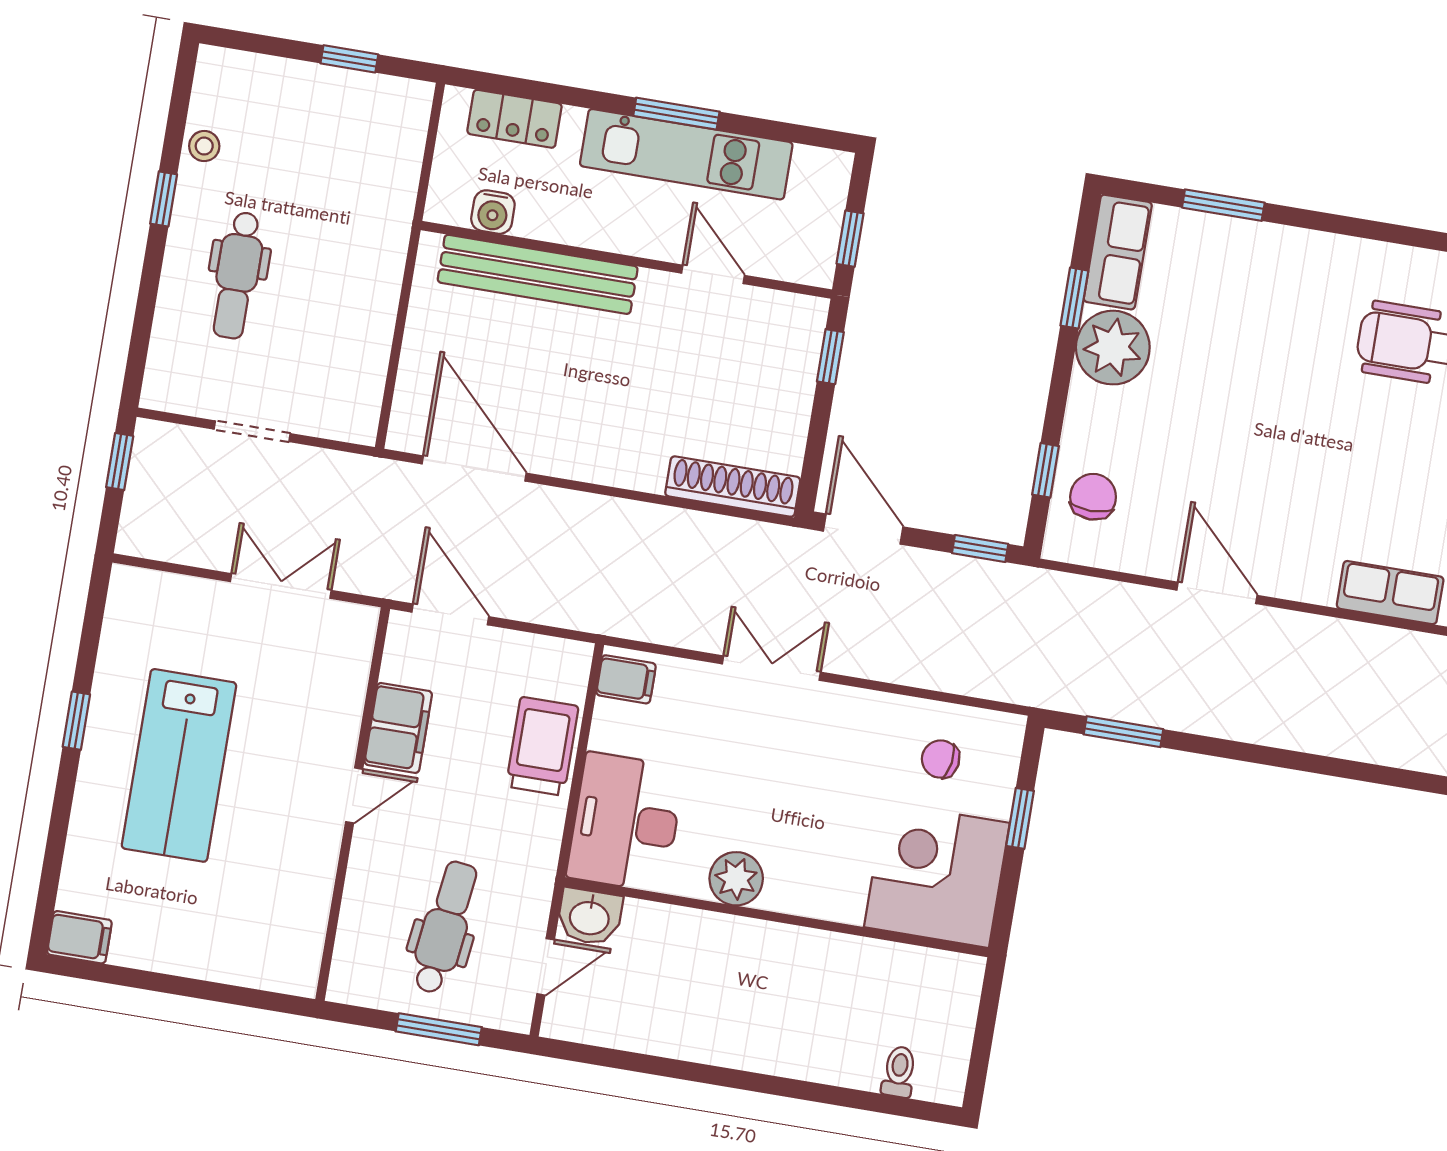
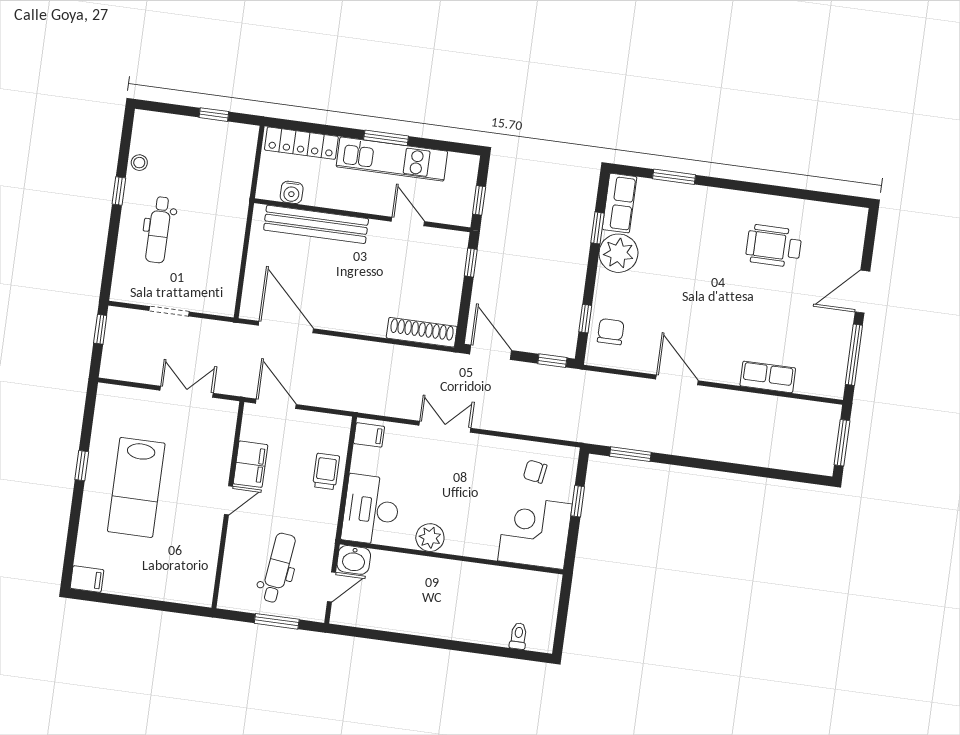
locker: (514, 119) -> (301, 143), width x1.53
trolley: (542, 746) -> (326, 471), width x0.73, depth x0.72

